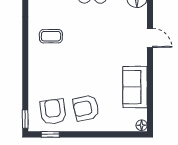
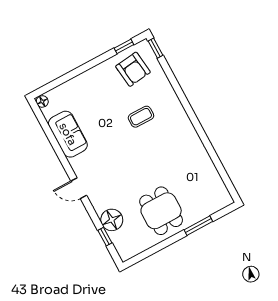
coffee table: (51, 36) -> (141, 117), moved
armchair: (86, 108) -> (104, 89), removed

